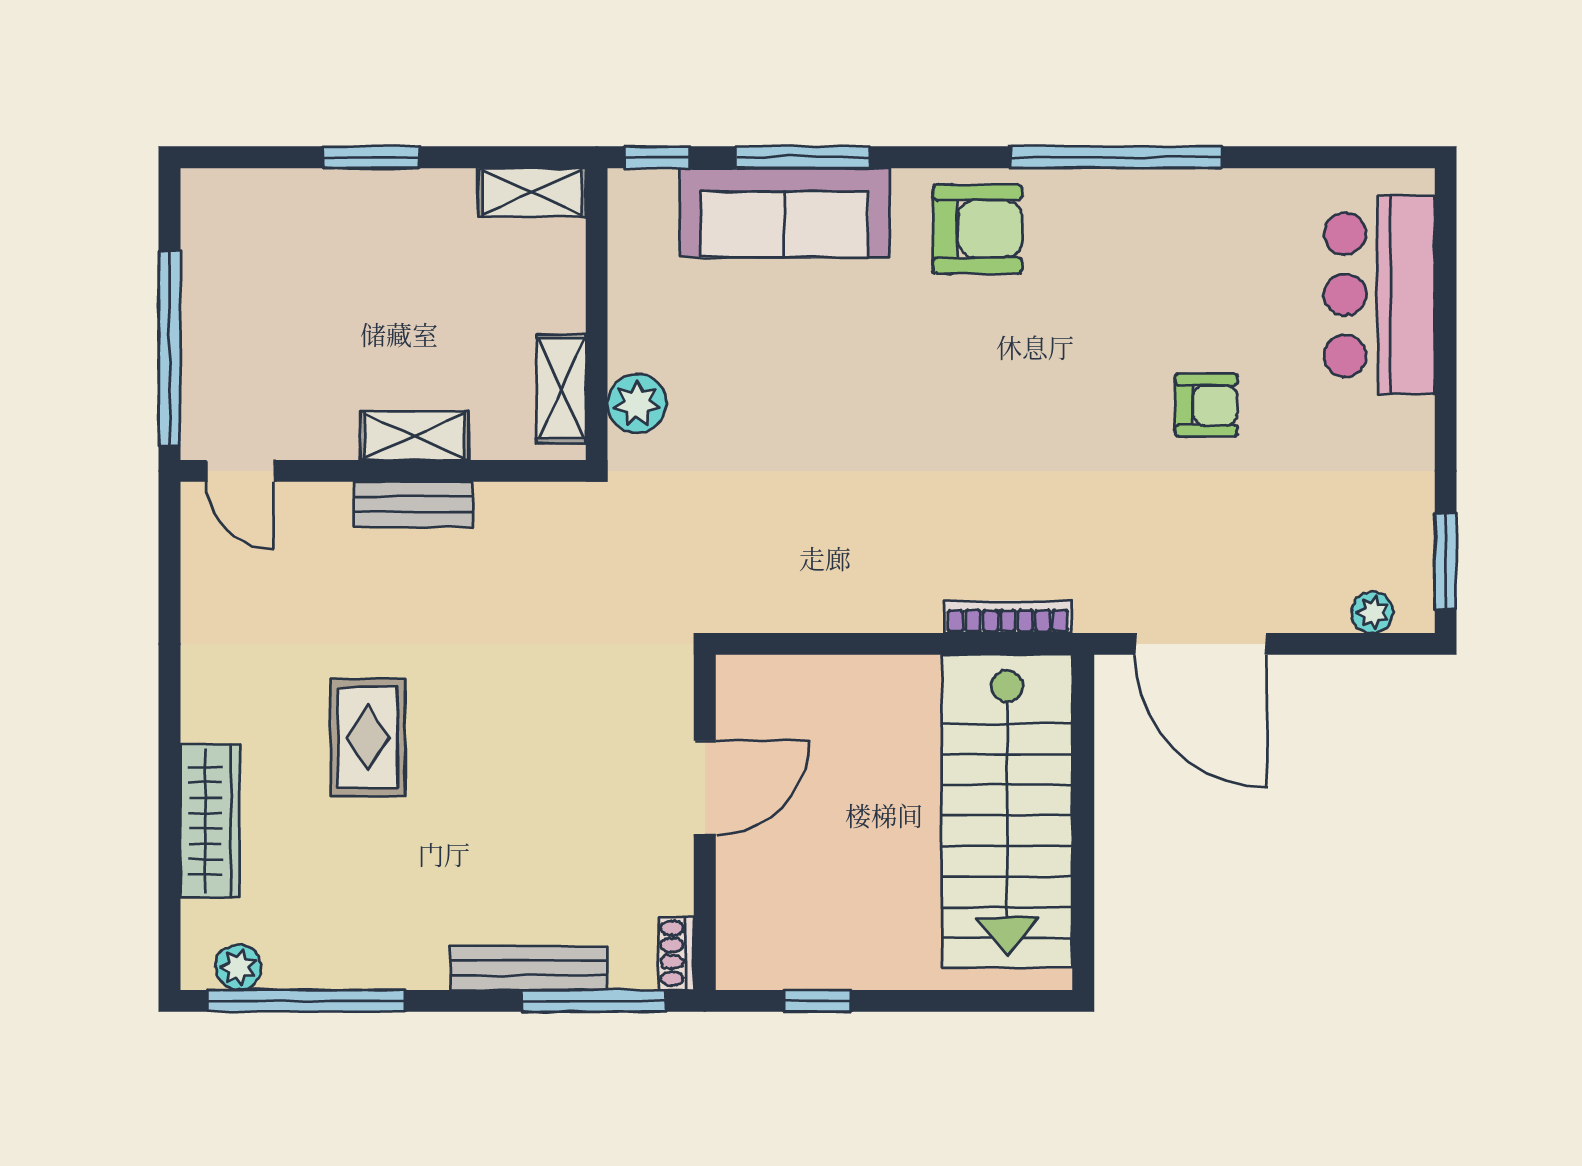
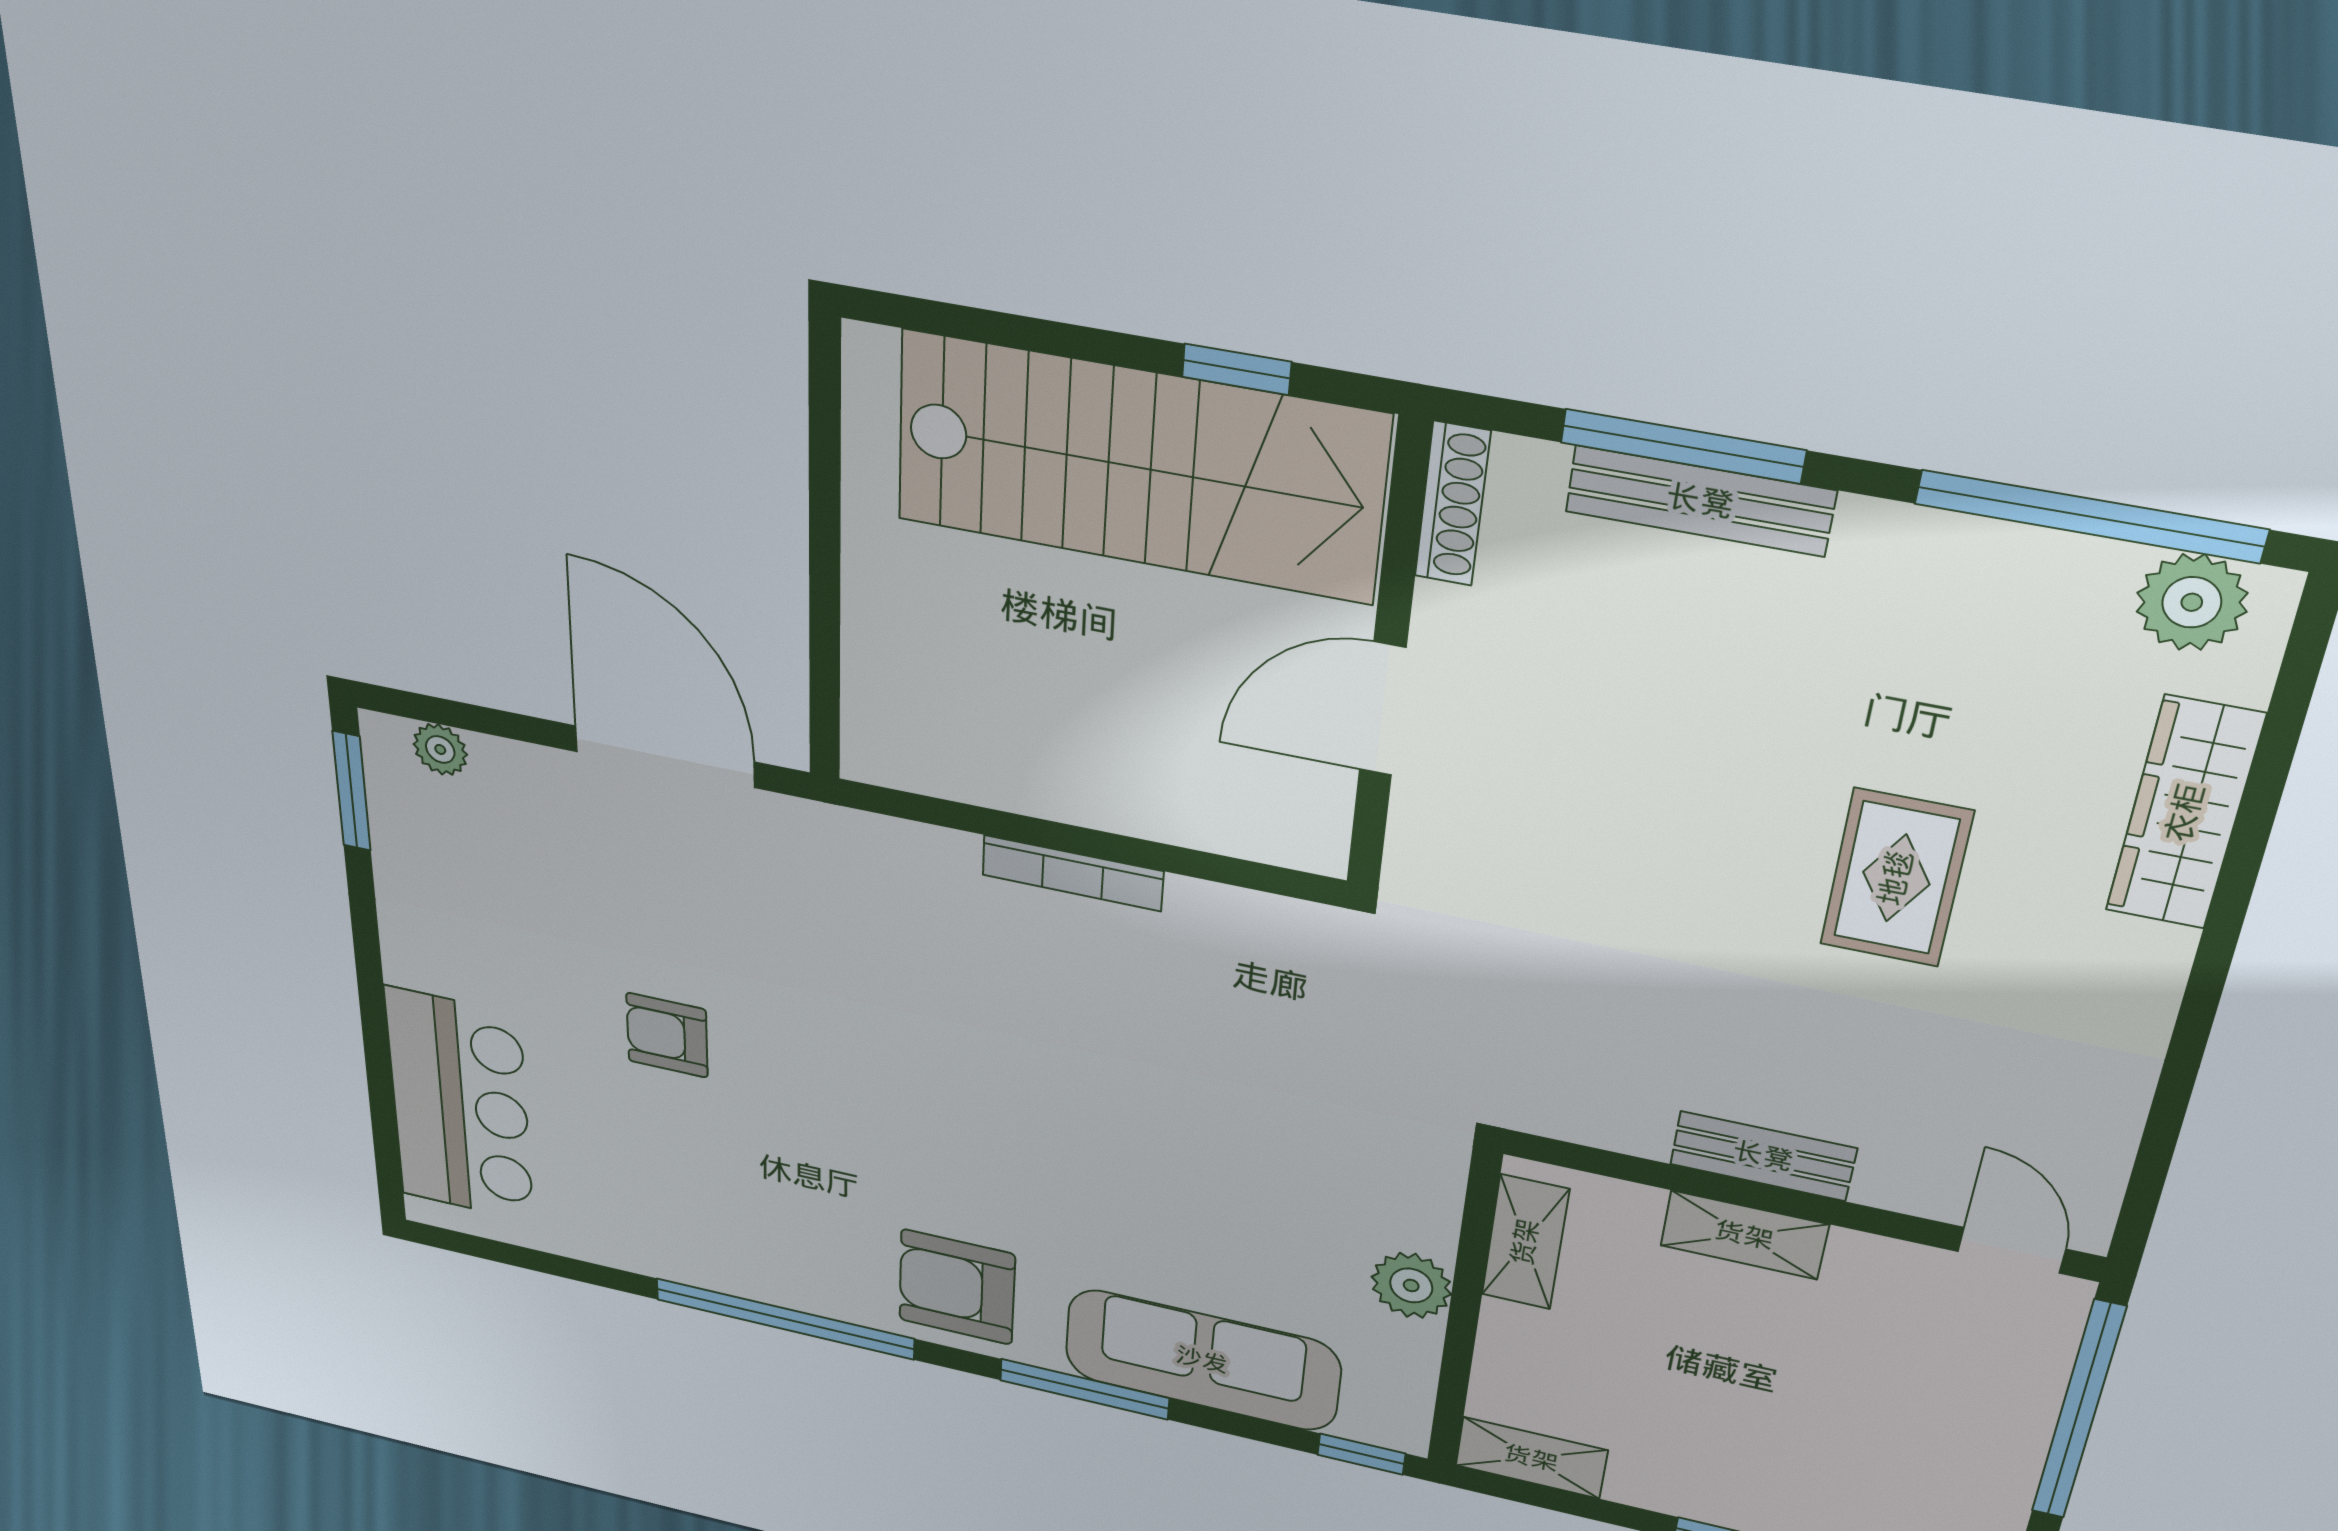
window: (803, 157) -> (1084, 1389), moved
plant: (637, 403) -> (1411, 1285), moved
bookcase: (1008, 617) -> (1073, 873), moved
stairs: (1007, 811) -> (1138, 467), moved, turned 90
shoe rack: (676, 953) -> (1453, 504), width x1.43
plant: (238, 967) -> (2192, 602), width x1.38, depth x1.38
window: (594, 1001) -> (1683, 446), moved

